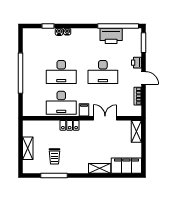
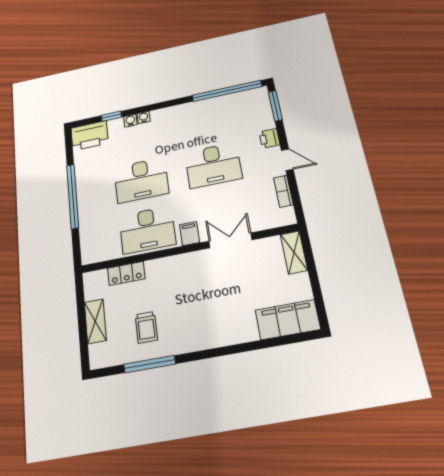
printer: (111, 36) -> (90, 136), moved
locker: (70, 125) -> (126, 273), moved
shelving: (100, 168) -> (236, 335), removed

